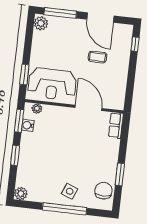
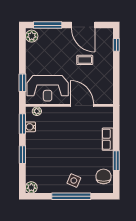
row of seats: (116, 125) -> (108, 139), moved

